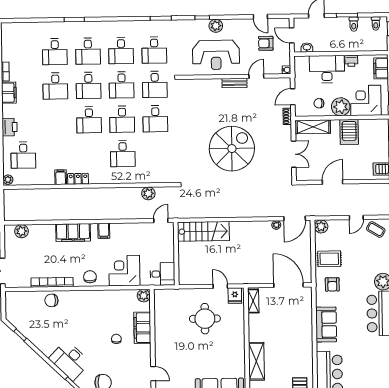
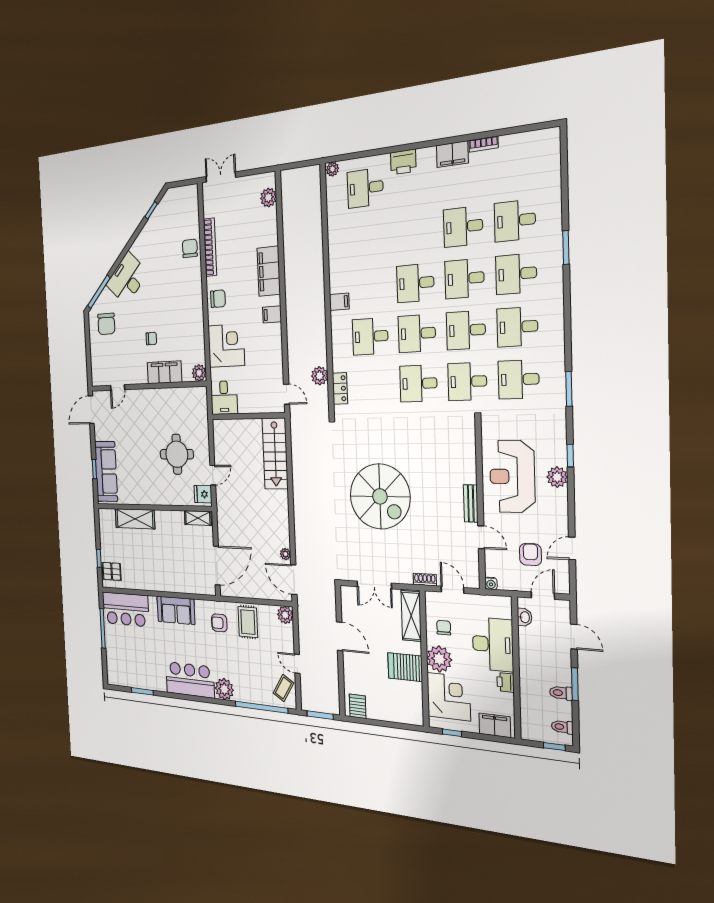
filing cabinet: (61, 177) -> (339, 302), moved
locker: (78, 179) -> (340, 388), moved

